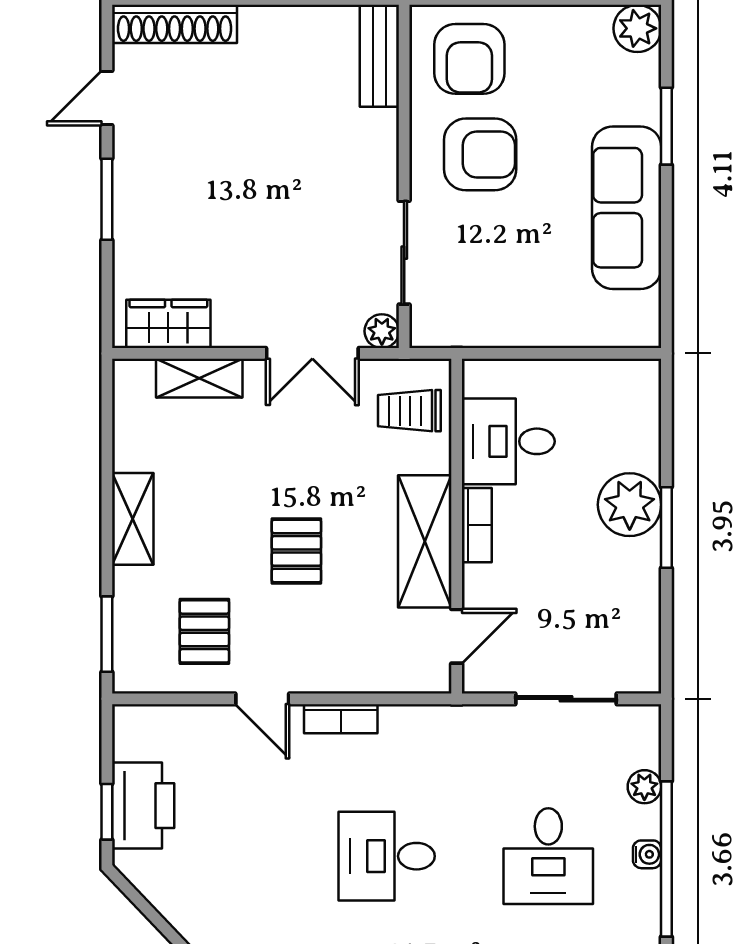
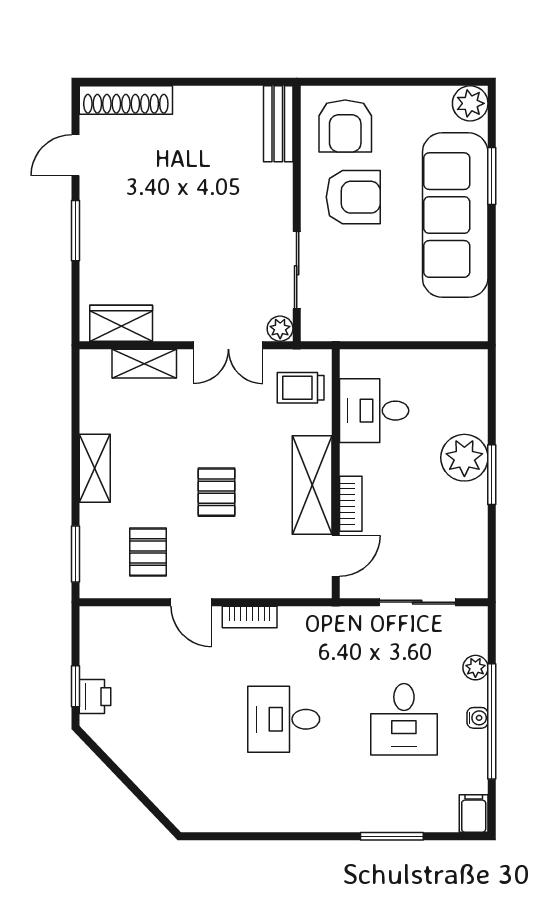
sofa: (627, 208) -> (455, 215), width x1.36, depth x1.27
bookcase: (477, 525) -> (351, 504), moved
printer: (143, 806) -> (95, 697), width x0.53, depth x0.68

